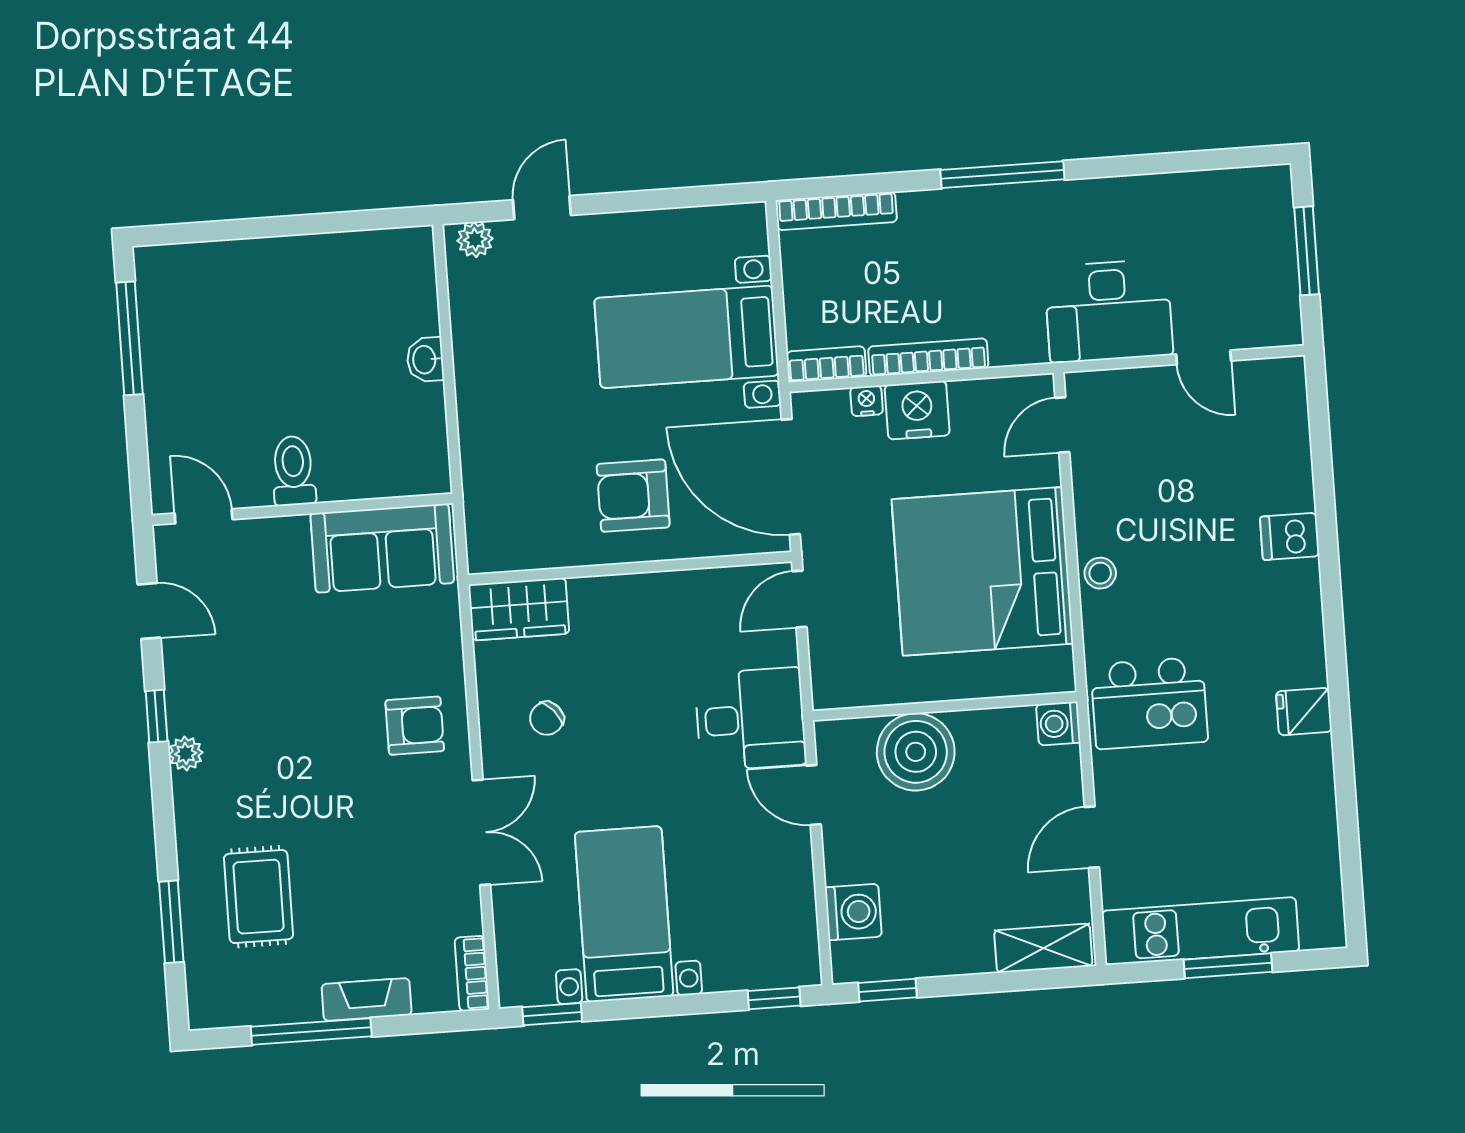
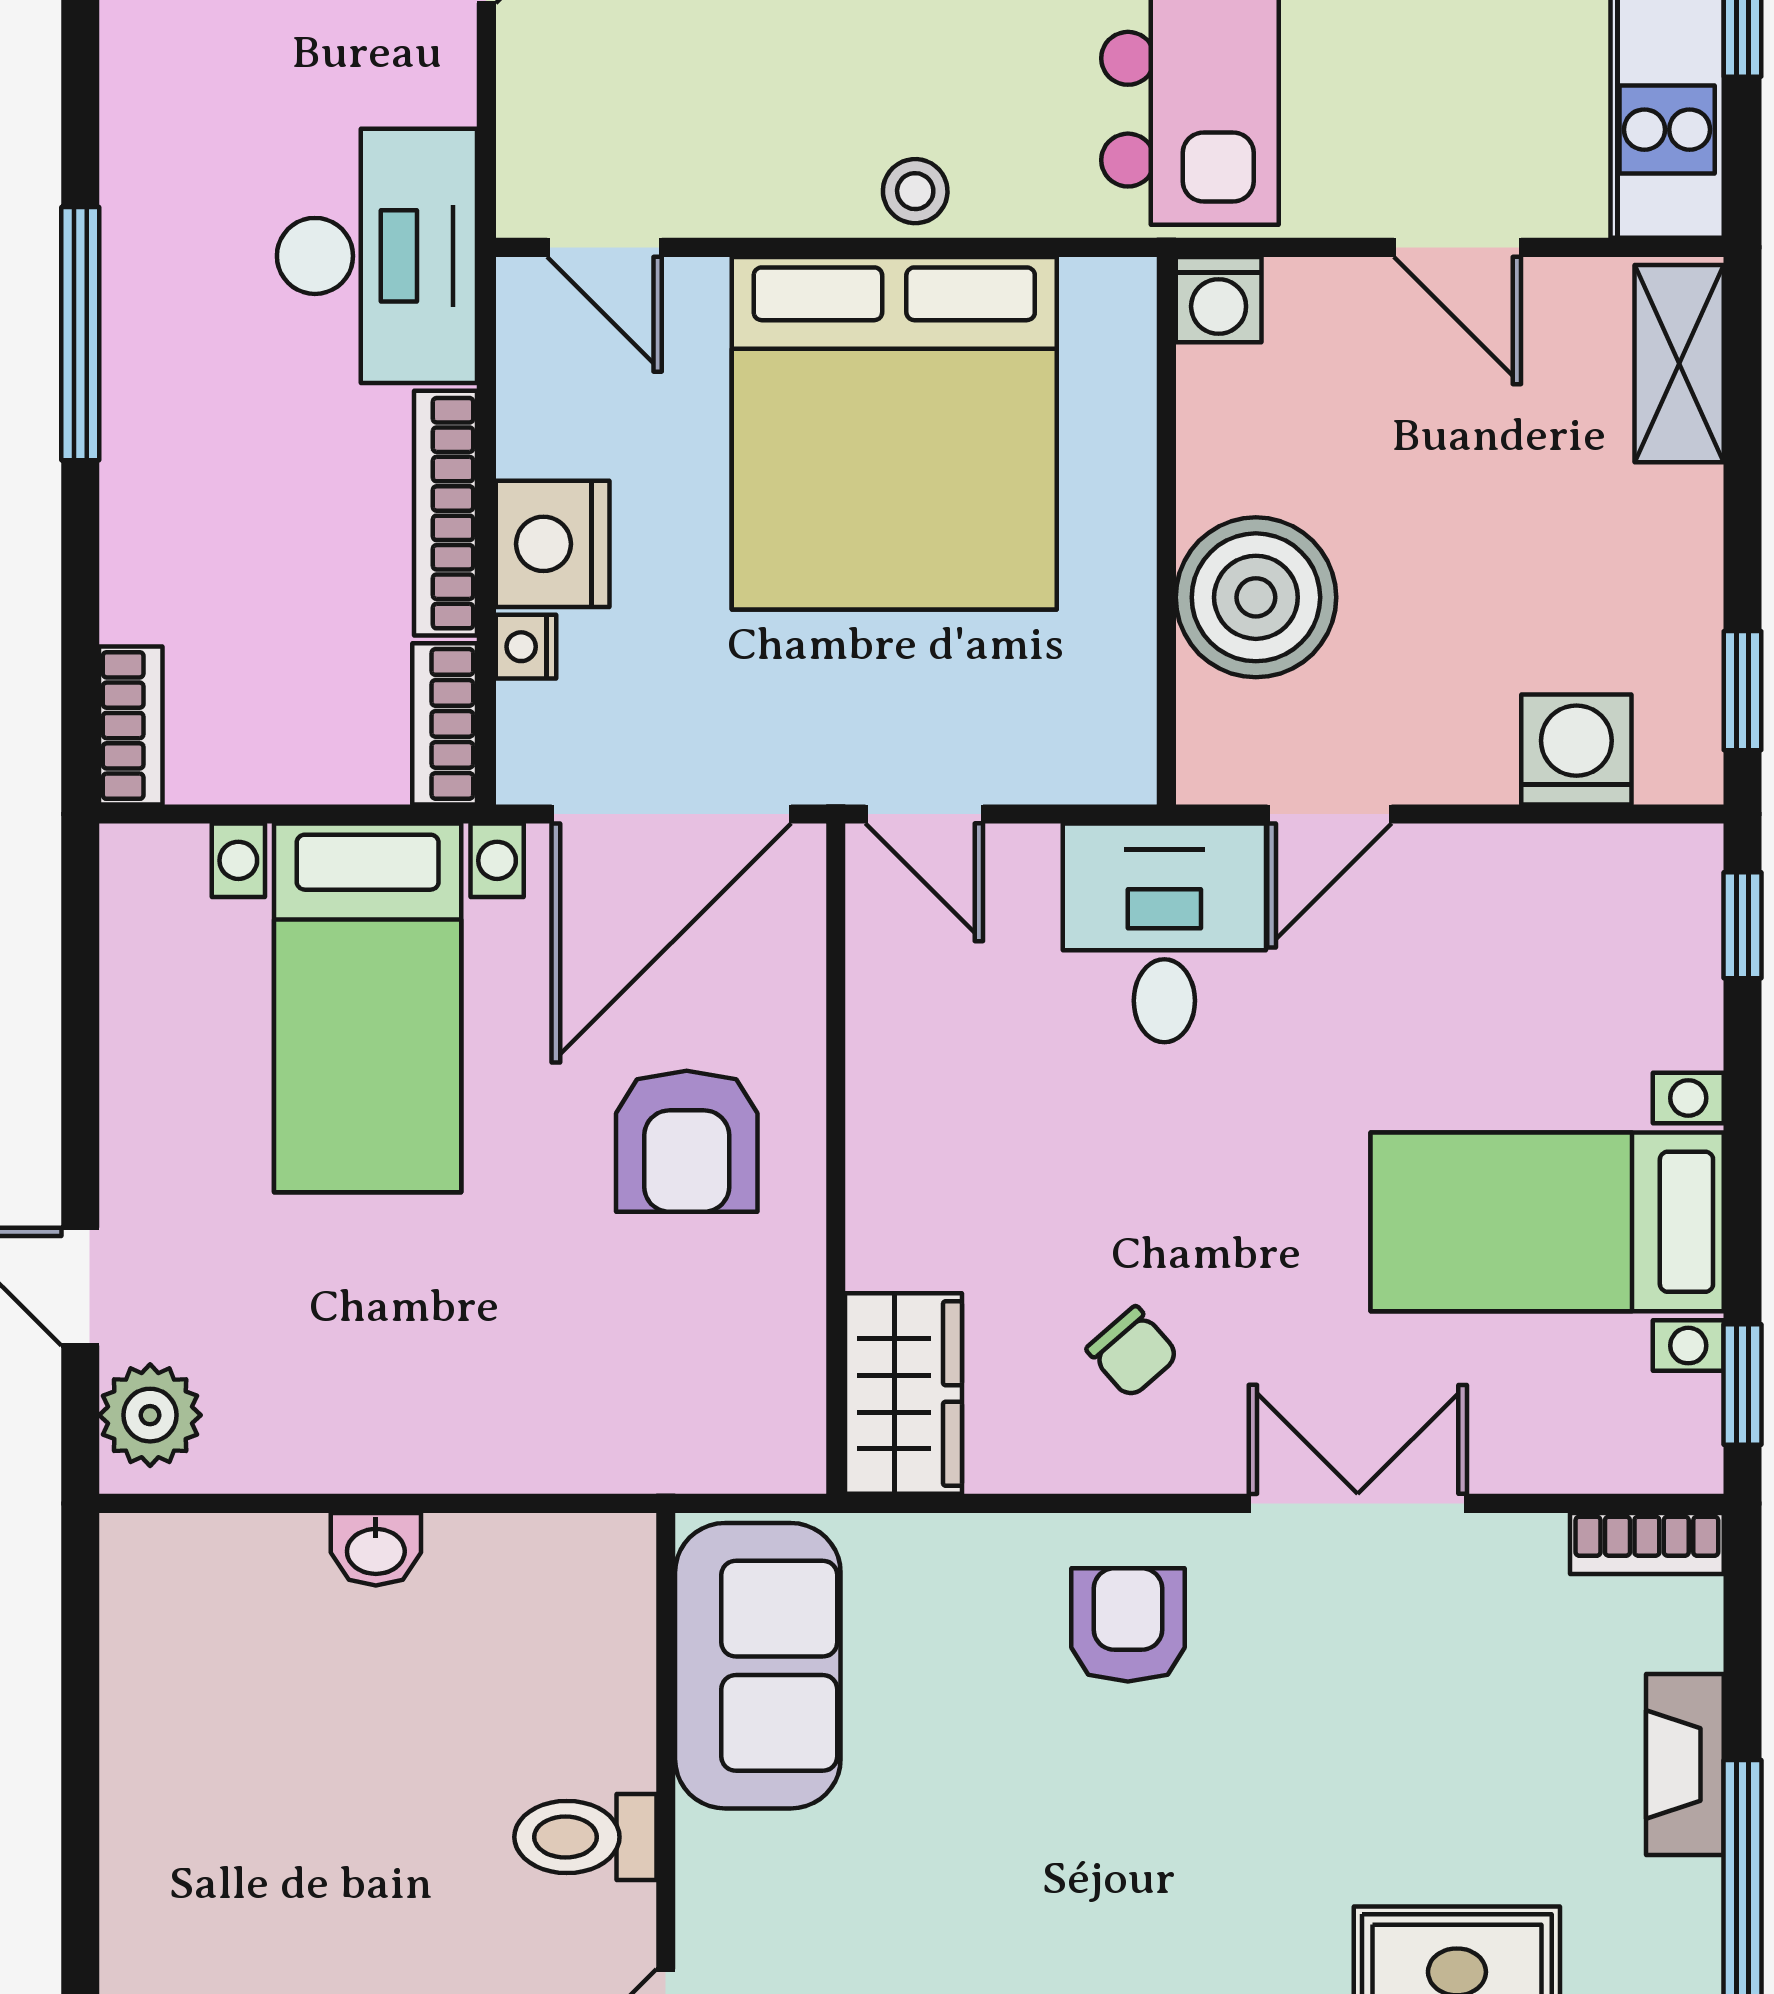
bookcase: (836, 211) -> (131, 726), width x0.64
plant: (475, 240) -> (150, 1415), width x1.38, depth x1.38
desk: (1109, 311) -> (377, 256), moved

